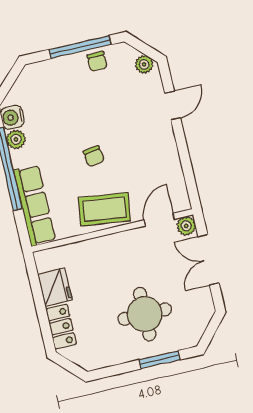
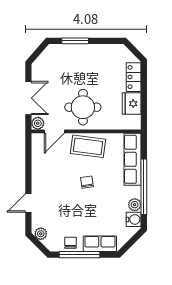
row of seats: (54, 70) -> (100, 244), added
round table: (145, 314) -> (83, 107), moved

